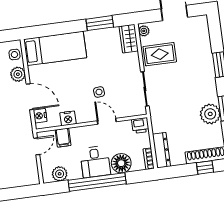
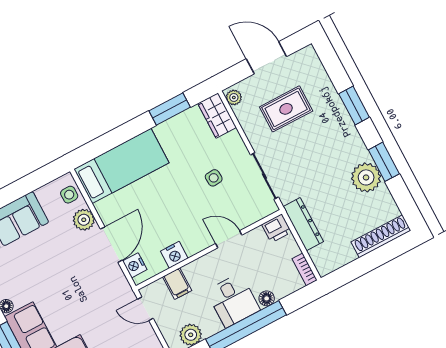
rug: (160, 54) -> (286, 109), moved
side table: (99, 92) -> (214, 178), moved
door: (30, 97) -> (111, 245), hinge flipped
door: (37, 146) -> (145, 309), swing flipped
dresser: (161, 150) -> (303, 224), moved
floor lamp: (121, 163) -> (267, 298), width x0.53, depth x0.53
window: (205, 167) -> (386, 253), removed

